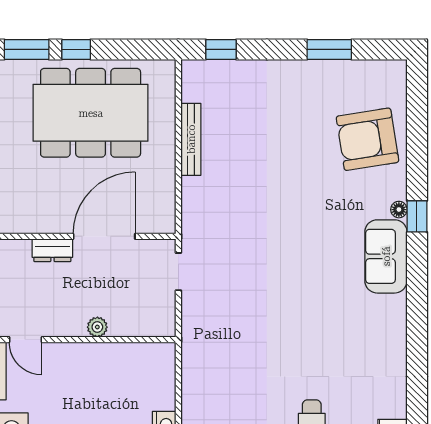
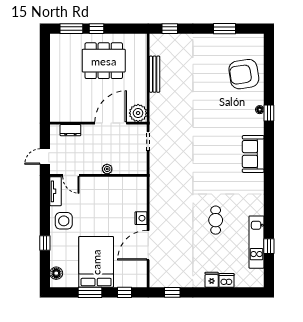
dining table: (91, 113) -> (104, 61), width x0.73, depth x0.80
plant: (158, 216) -> (138, 113), added
dresser: (52, 250) -> (70, 130), moved
sofa: (386, 256) -> (253, 154), moved

